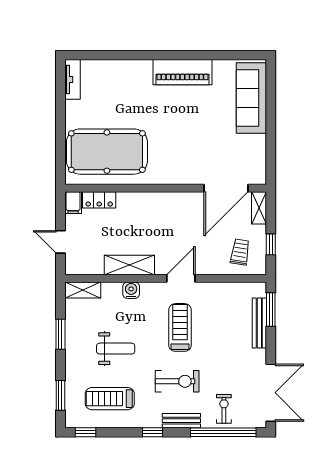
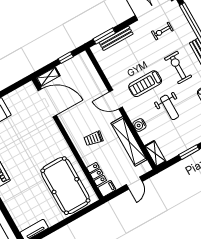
trolley: (240, 252) -> (93, 139), moved
shelving: (129, 265) -> (129, 141), width x1.47
weight bench: (116, 349) -> (169, 107), moved, turned 180
exercise bike: (224, 409) -> (162, 31), moved

